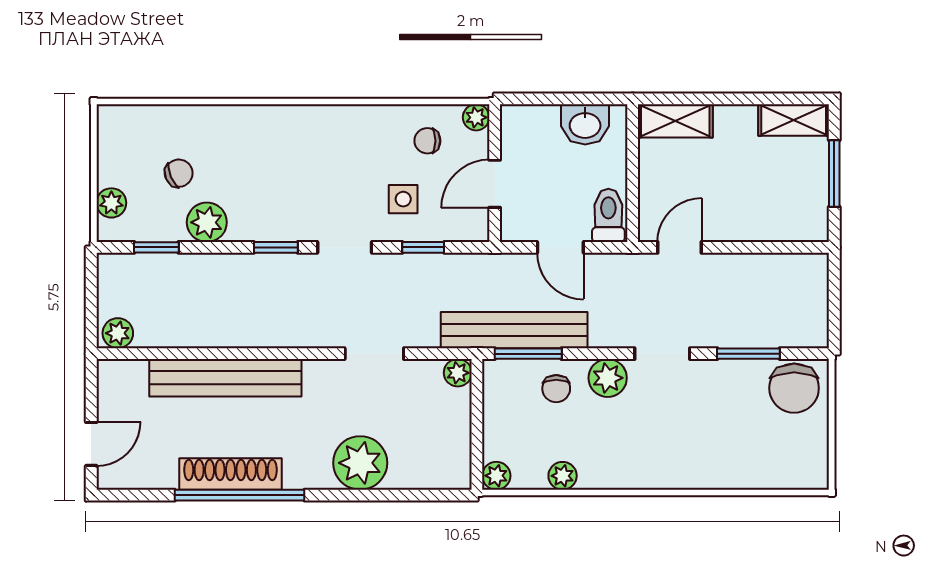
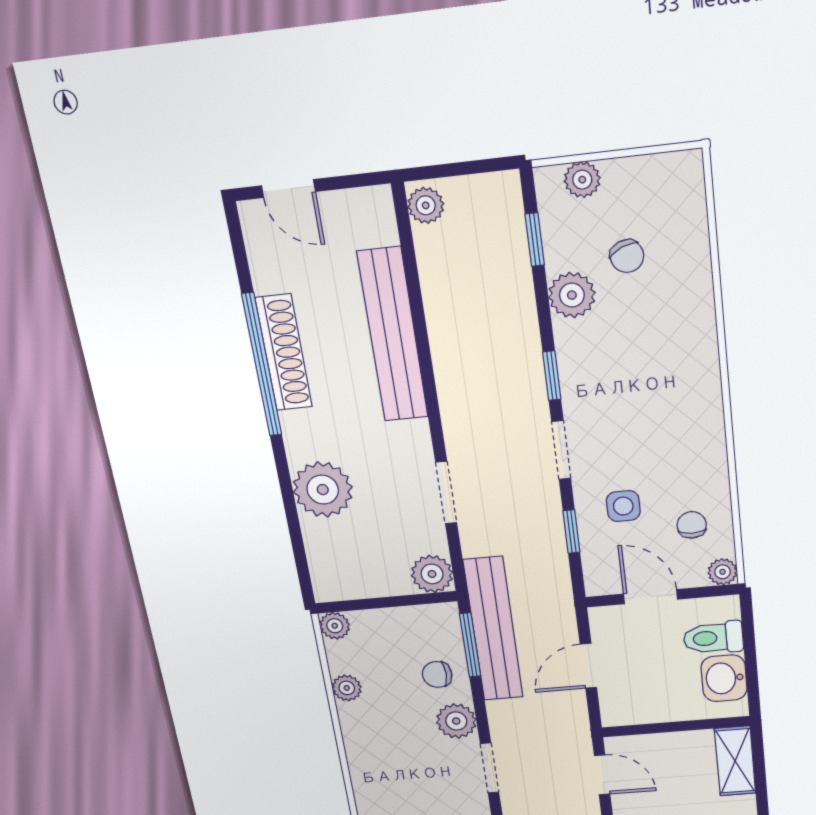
toilet: (608, 215) -> (713, 638), moved, turned 180
plant: (458, 373) -> (432, 574), width x1.38, depth x1.38

